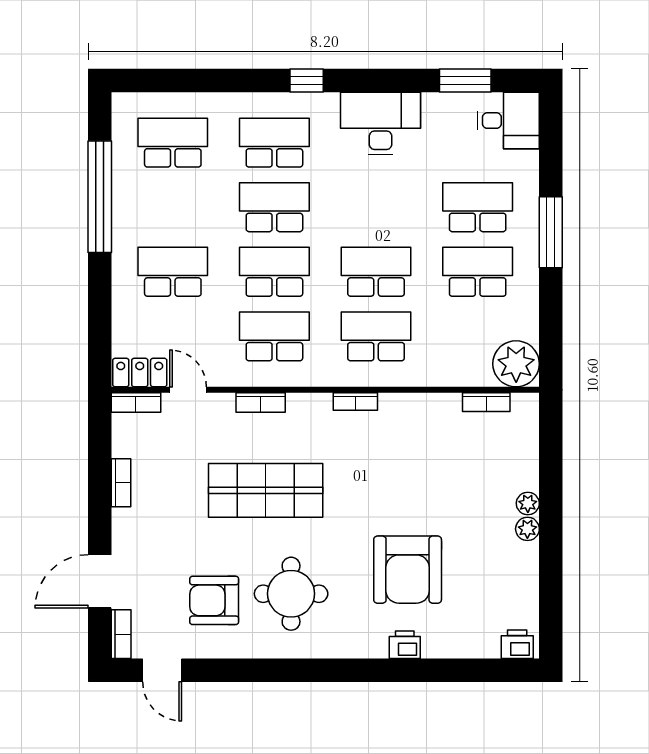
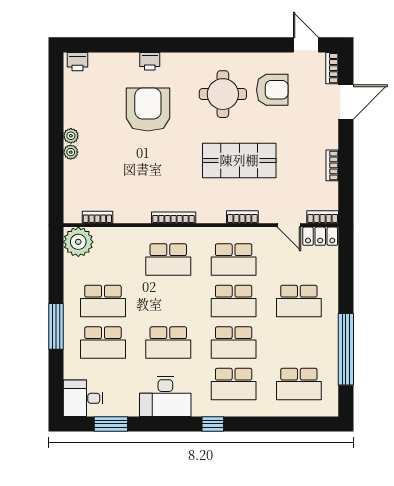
school desk: (376, 272) -> (168, 343), moved
bookcase: (355, 402) -> (174, 218), width x1.56

